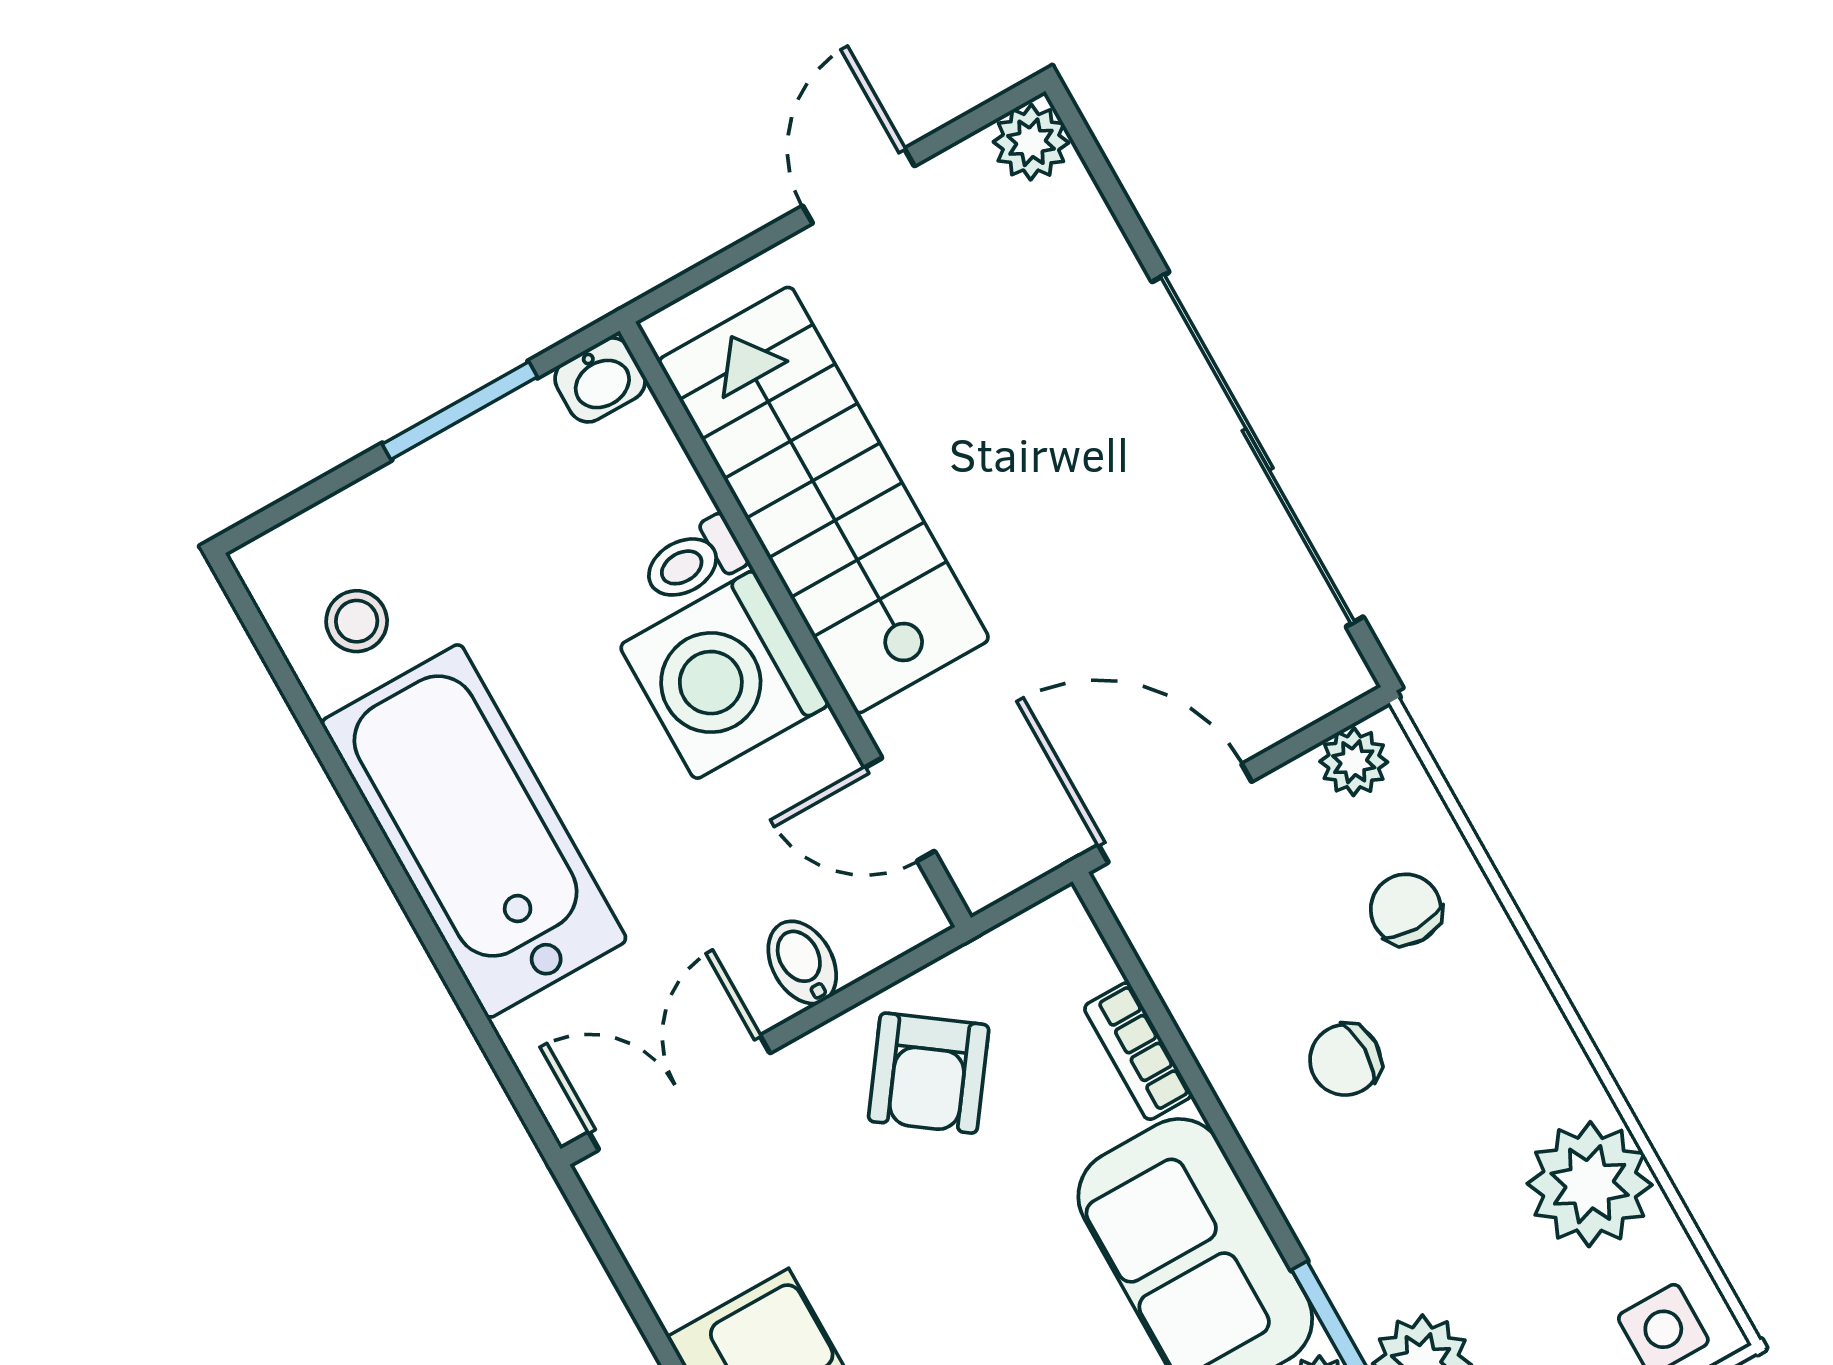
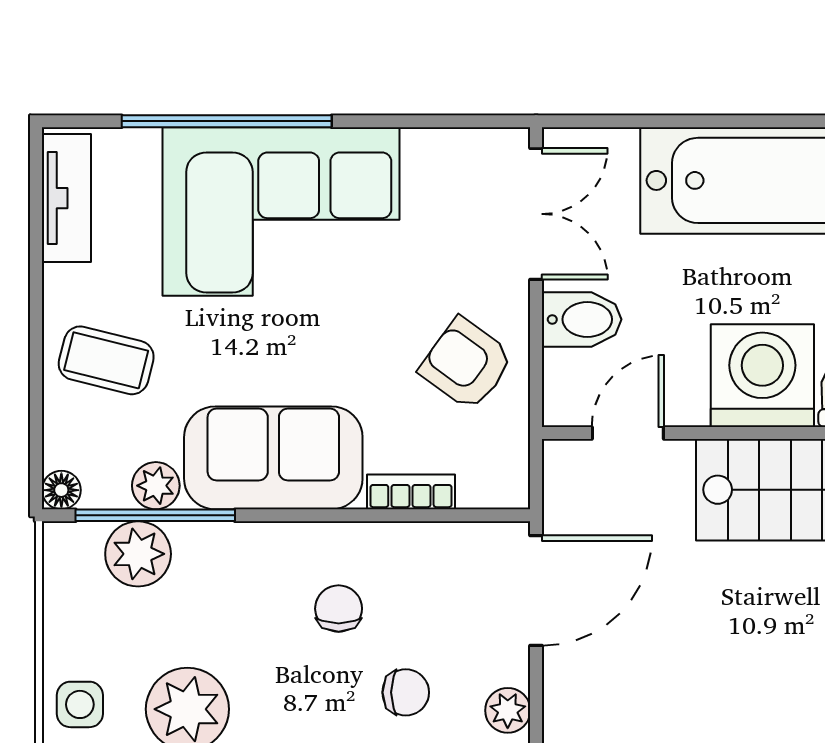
bidet: (802, 962) -> (582, 319), width x1.38, depth x1.36

